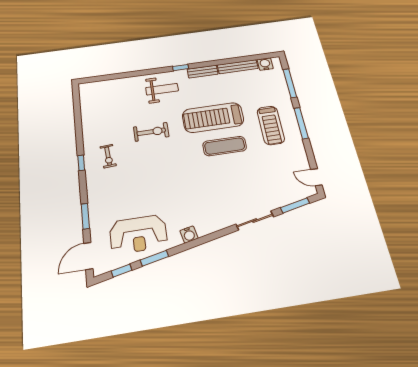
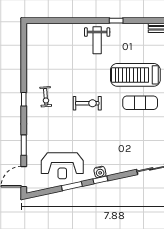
bench: (203, 72) -> (134, 28), removed
weight bench: (162, 89) -> (97, 40), turned 90
exercise bike: (151, 132) -> (87, 103), moved
window: (122, 271) -> (100, 180), moved

